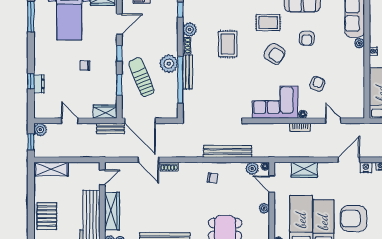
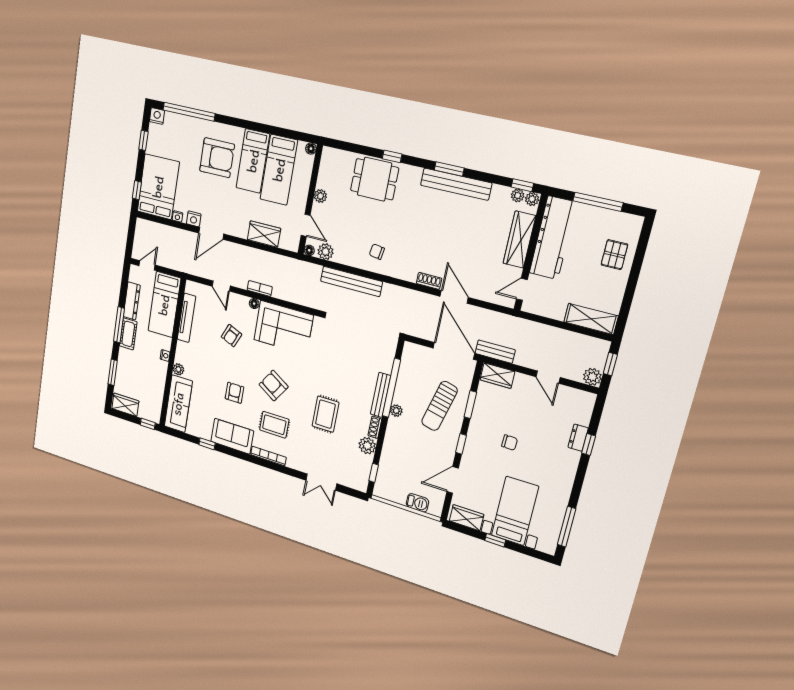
plant: (169, 64) -> (396, 411), width x0.53, depth x0.53
sun lounger: (141, 77) -> (439, 406), turned 36
tv unit: (359, 87) -> (186, 318), added
pallet: (47, 216) -> (614, 255), width x0.67, depth x0.71

